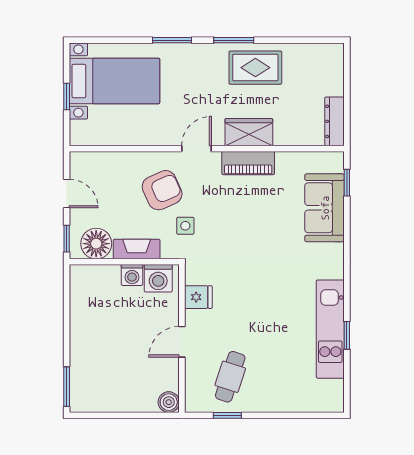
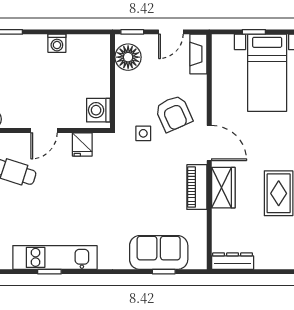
door: (197, 149) -> (209, 143), width x1.38
window: (347, 183) -> (164, 272), moved
fireplace: (137, 249) -> (198, 54), moved, turned 180
washing machine: (132, 275) -> (57, 43), moved, turned -90
door: (182, 342) -> (44, 130), swing flipped

